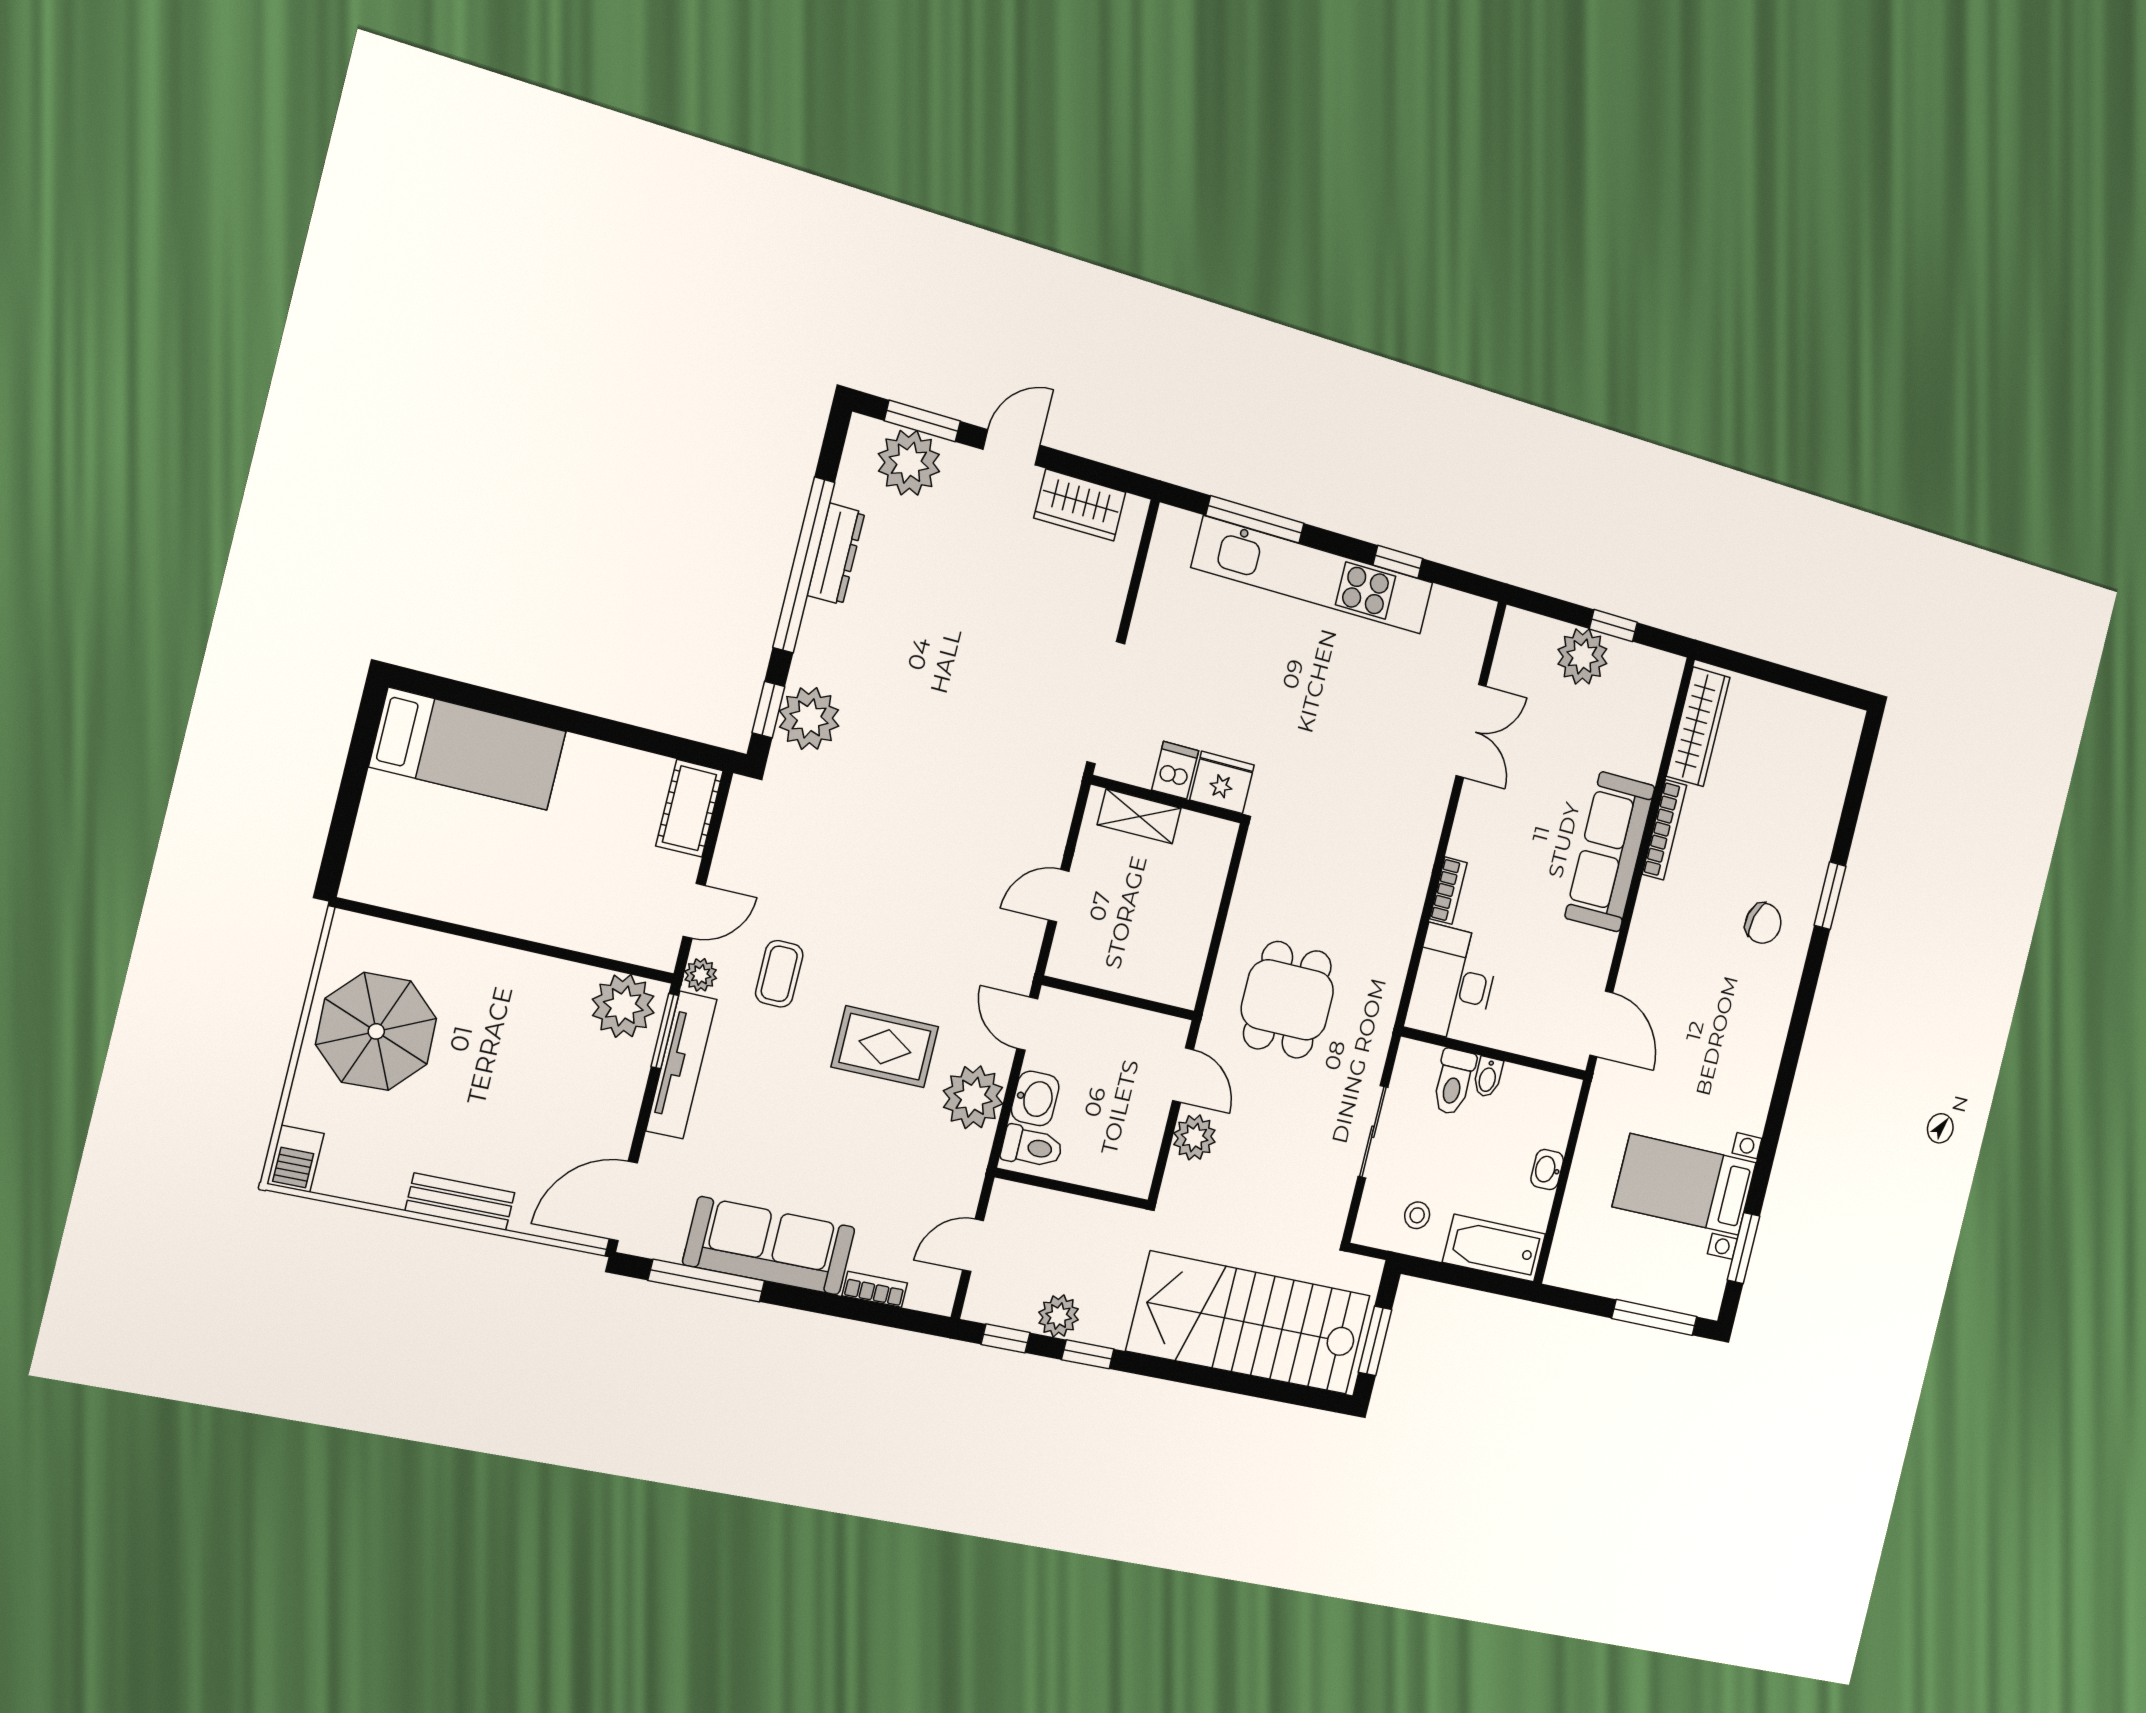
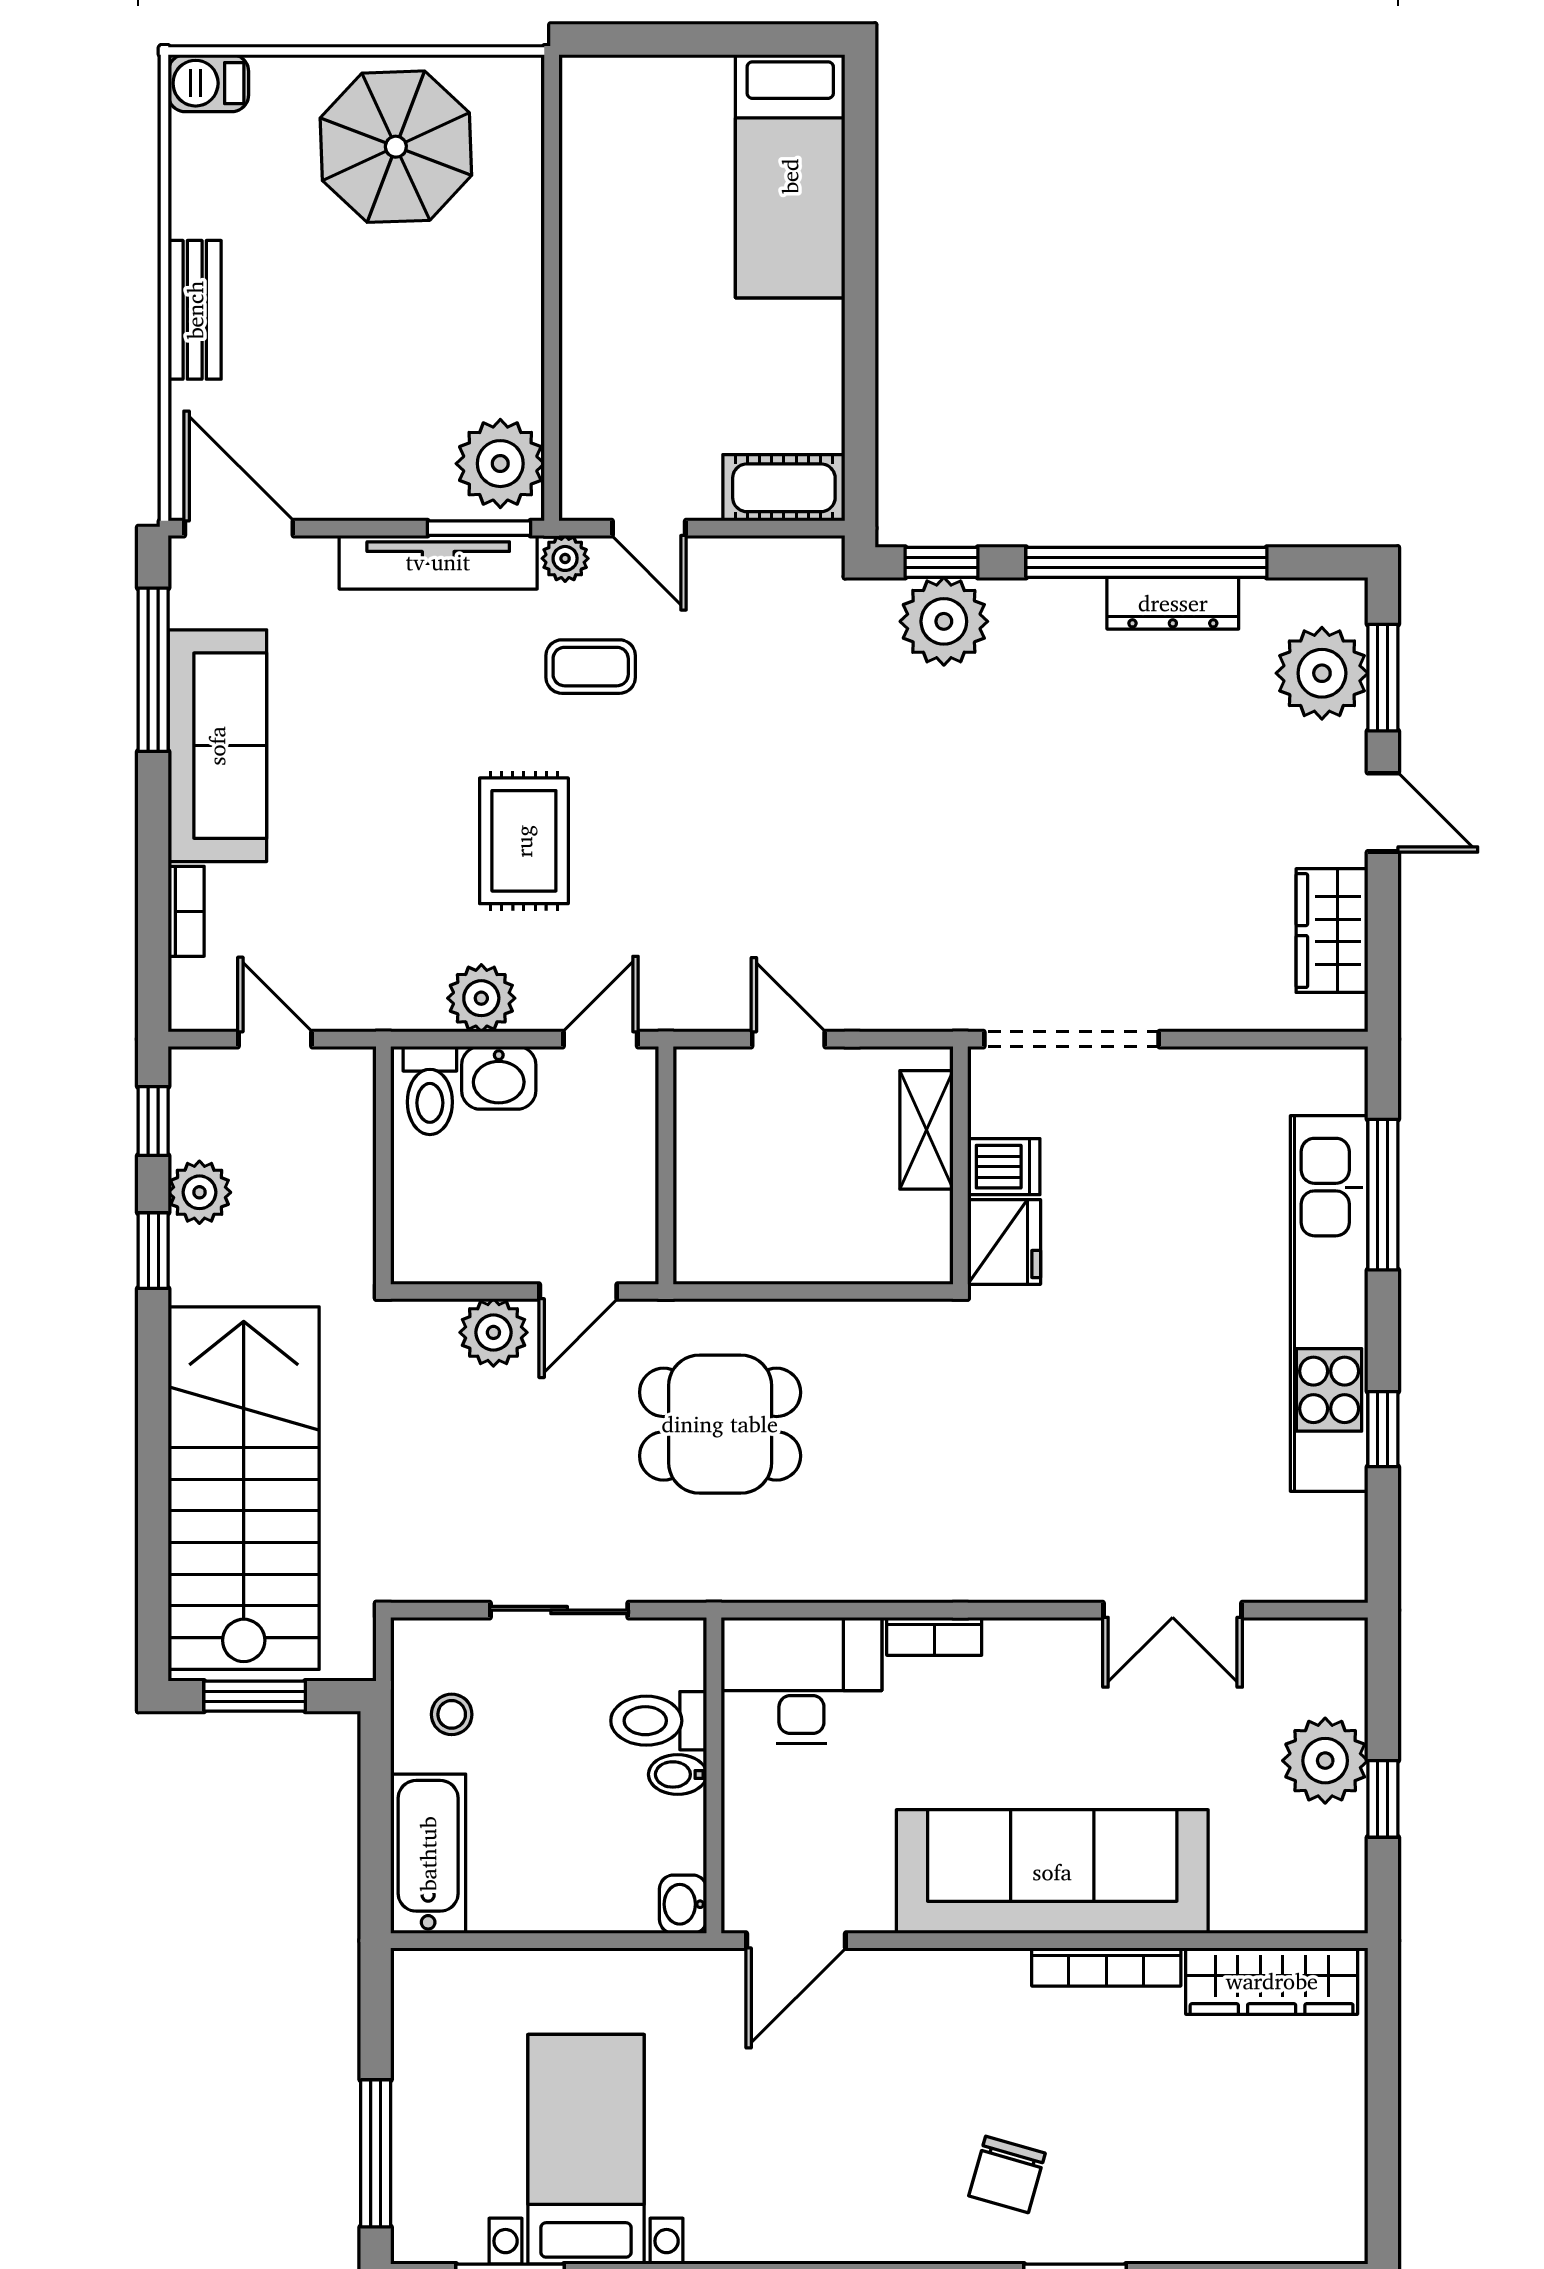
sofa: (1610, 852) -> (1052, 1872), width x1.36, depth x1.27
plant: (973, 1097) -> (481, 998), width x0.73, depth x0.73
washbasin: (1547, 1170) -> (683, 1904), moved, turned -90

